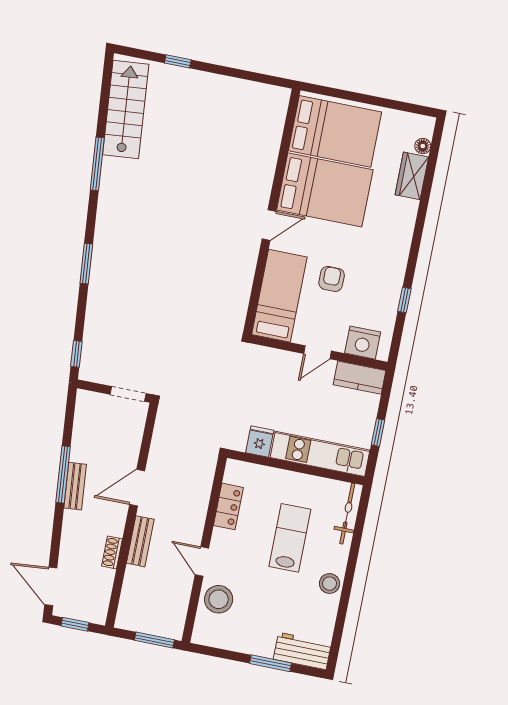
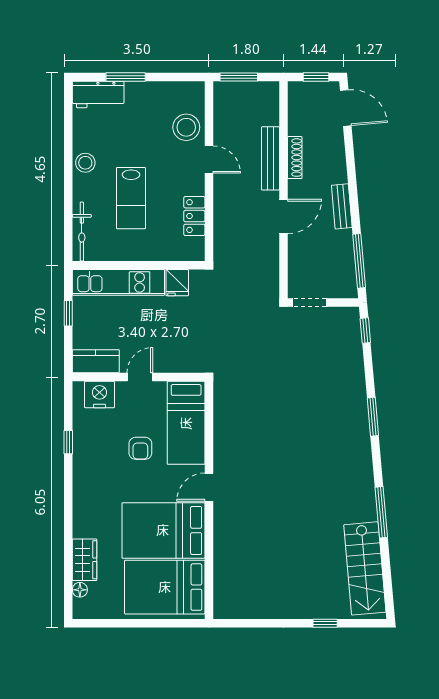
window: (63, 475) -> (359, 261), moved
bench: (140, 541) -> (270, 158), width x1.36
shoe rack: (112, 552) -> (295, 158), width x1.43

